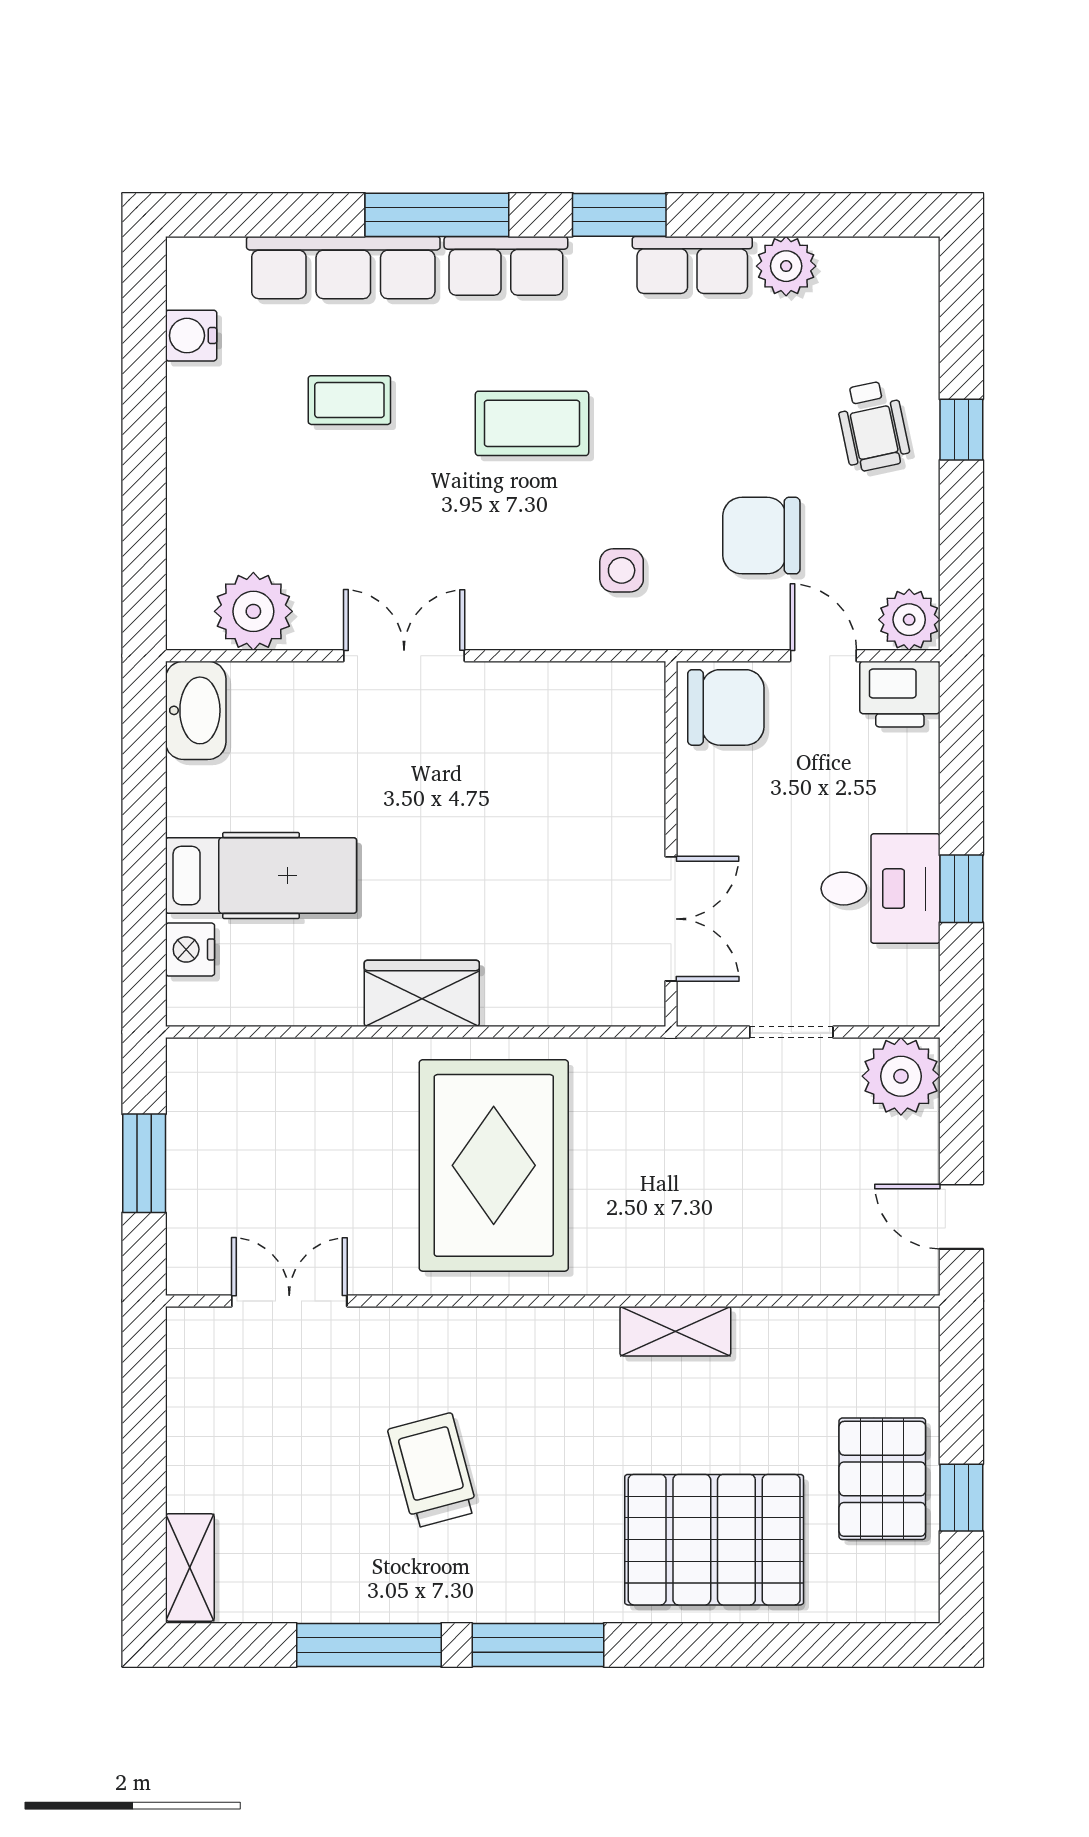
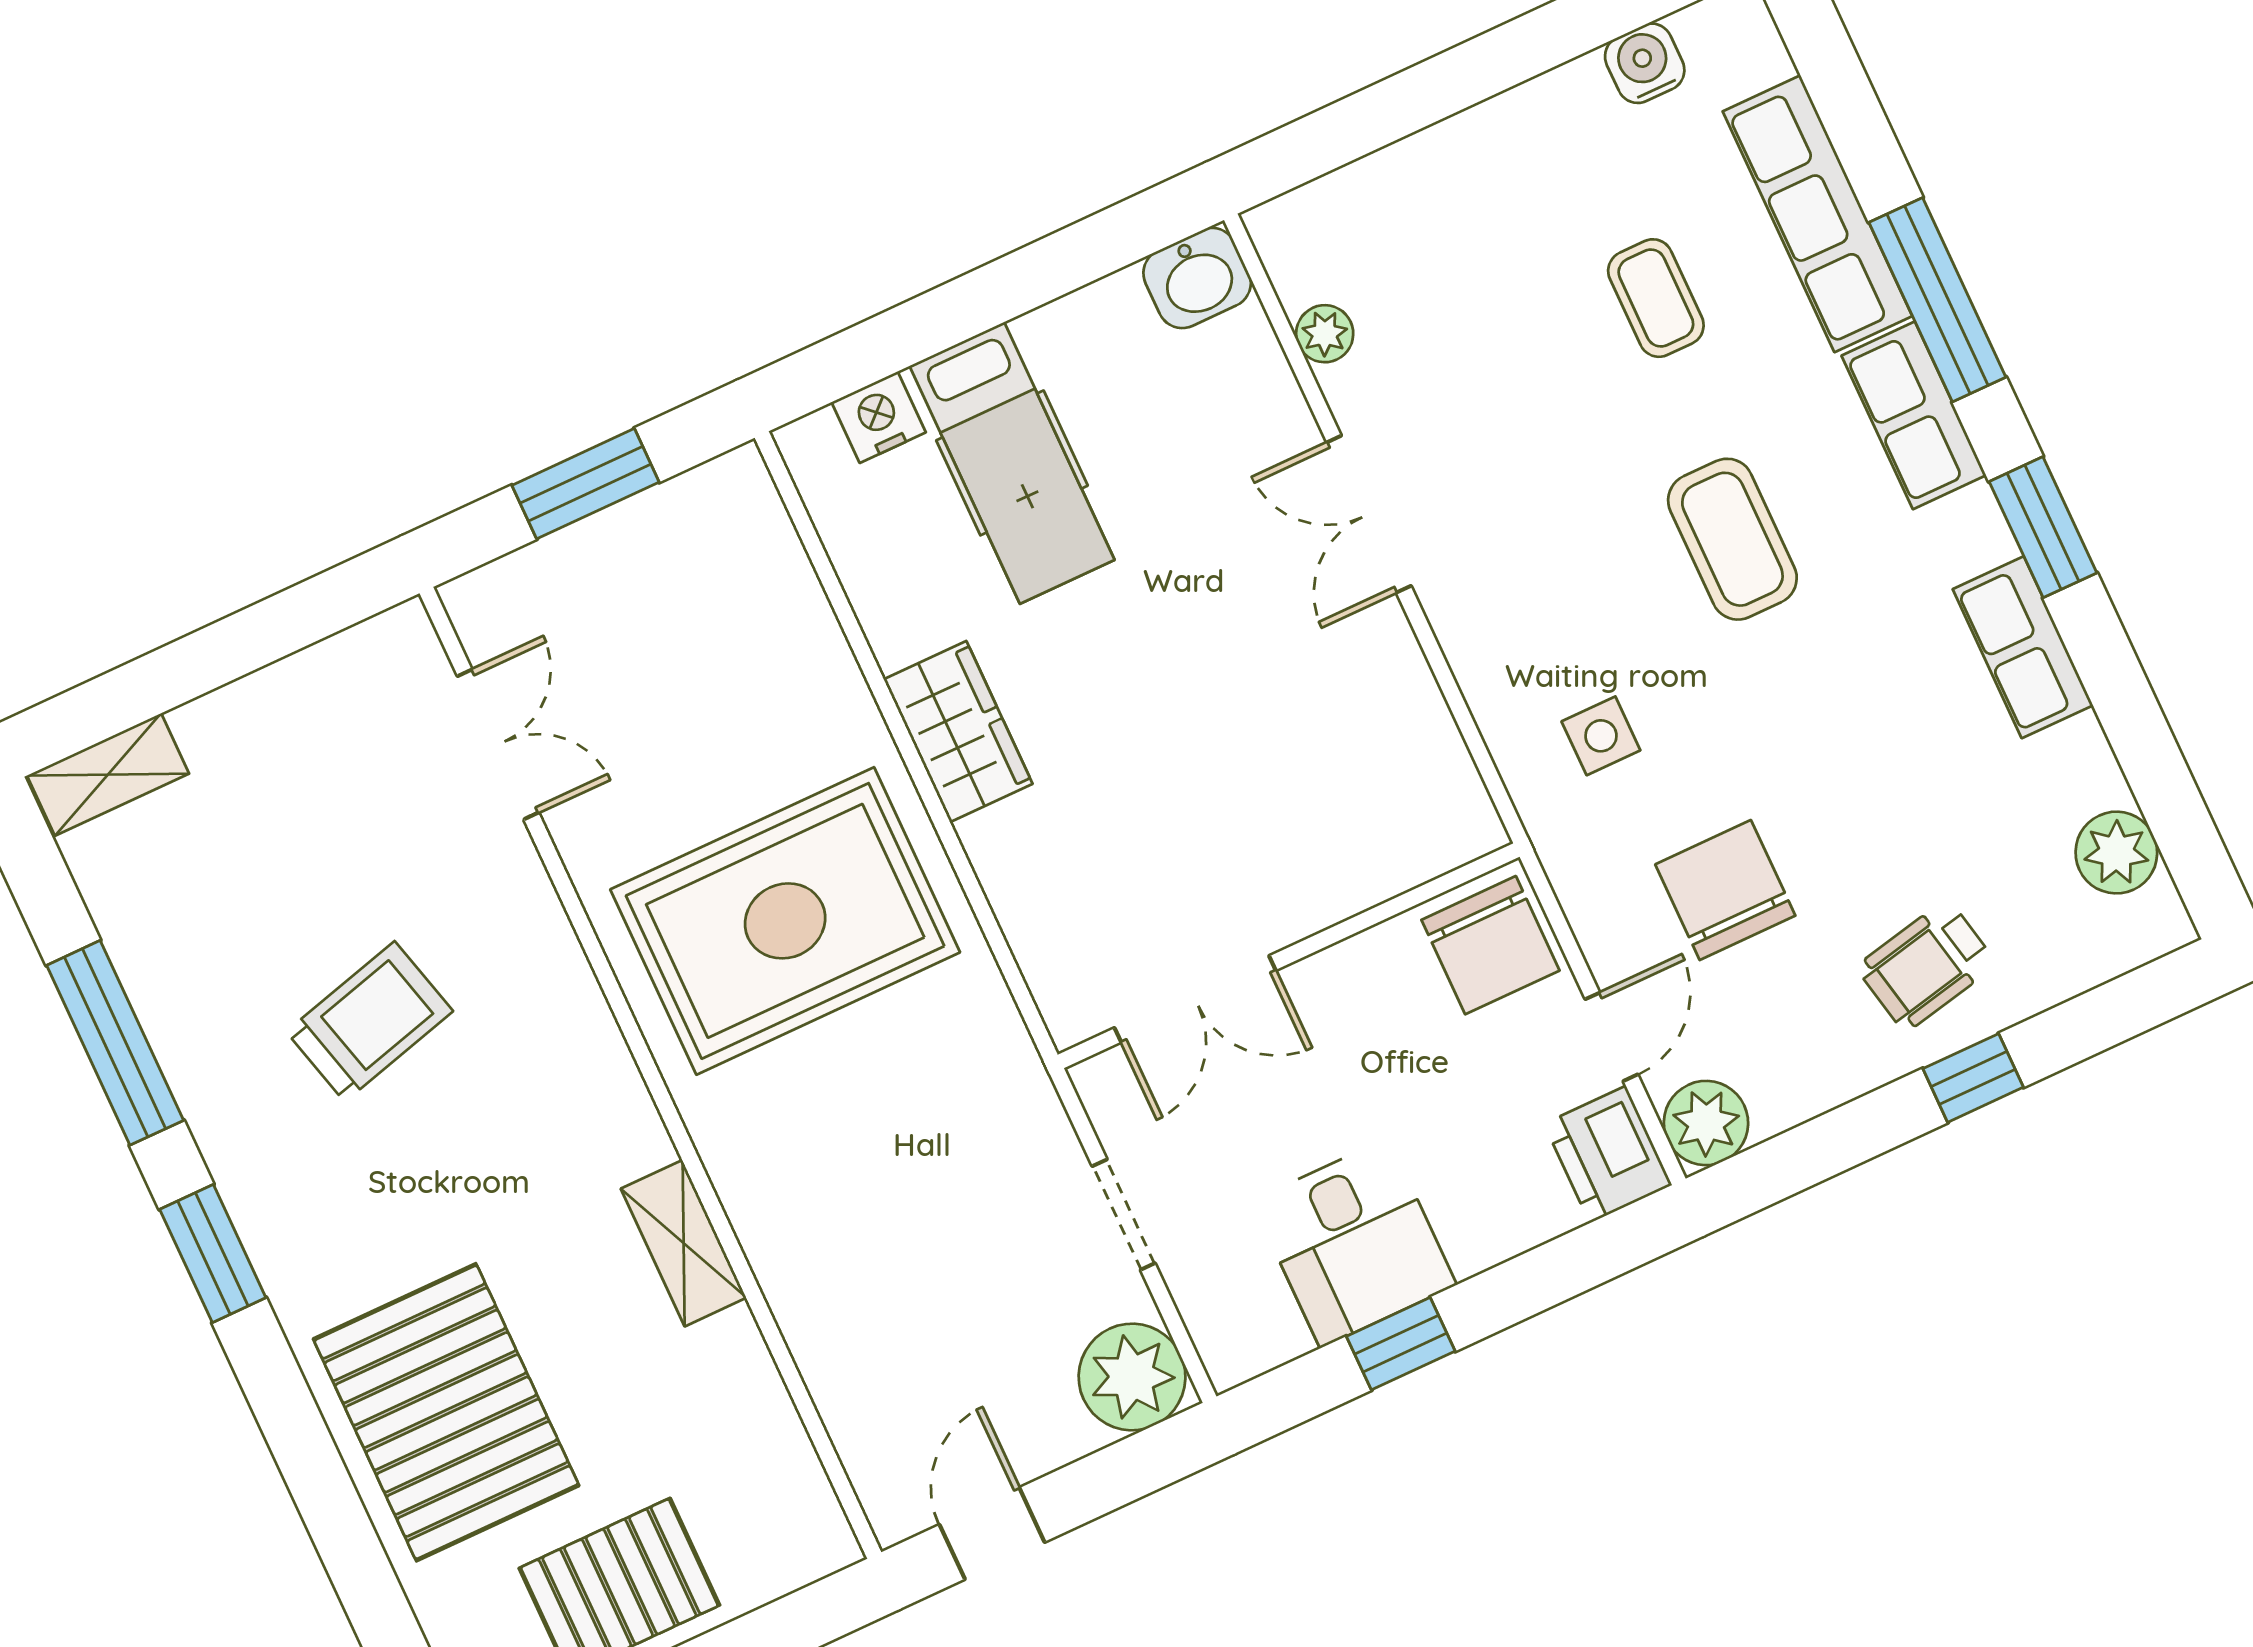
plant: (786, 266) -> (2116, 853), moved
plant: (253, 611) -> (1325, 334), width x0.53, depth x0.53
double door: (404, 656) -> (1369, 514), swing flipped
washbasin: (196, 710) -> (1197, 278), width x0.72
window: (538, 1645) -> (213, 1253), width x0.69

